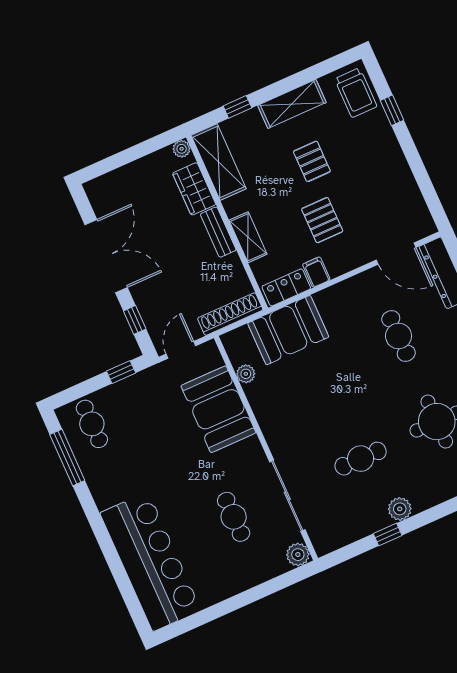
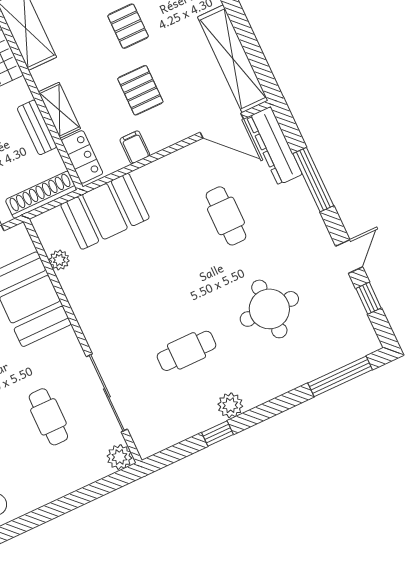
shelving: (407, 193) -> (233, 59), added
bench: (218, 232) -> (37, 127), moved
locker: (286, 287) -> (82, 157), moved, turned 90

